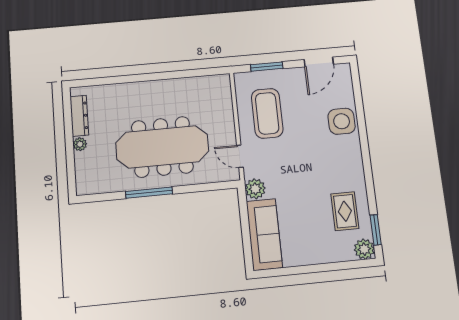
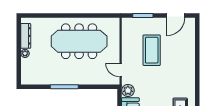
coffee table: (267, 113) -> (152, 50), moved
side table: (342, 121) -> (185, 54), removed
meeting table: (162, 147) -> (79, 41), moved

